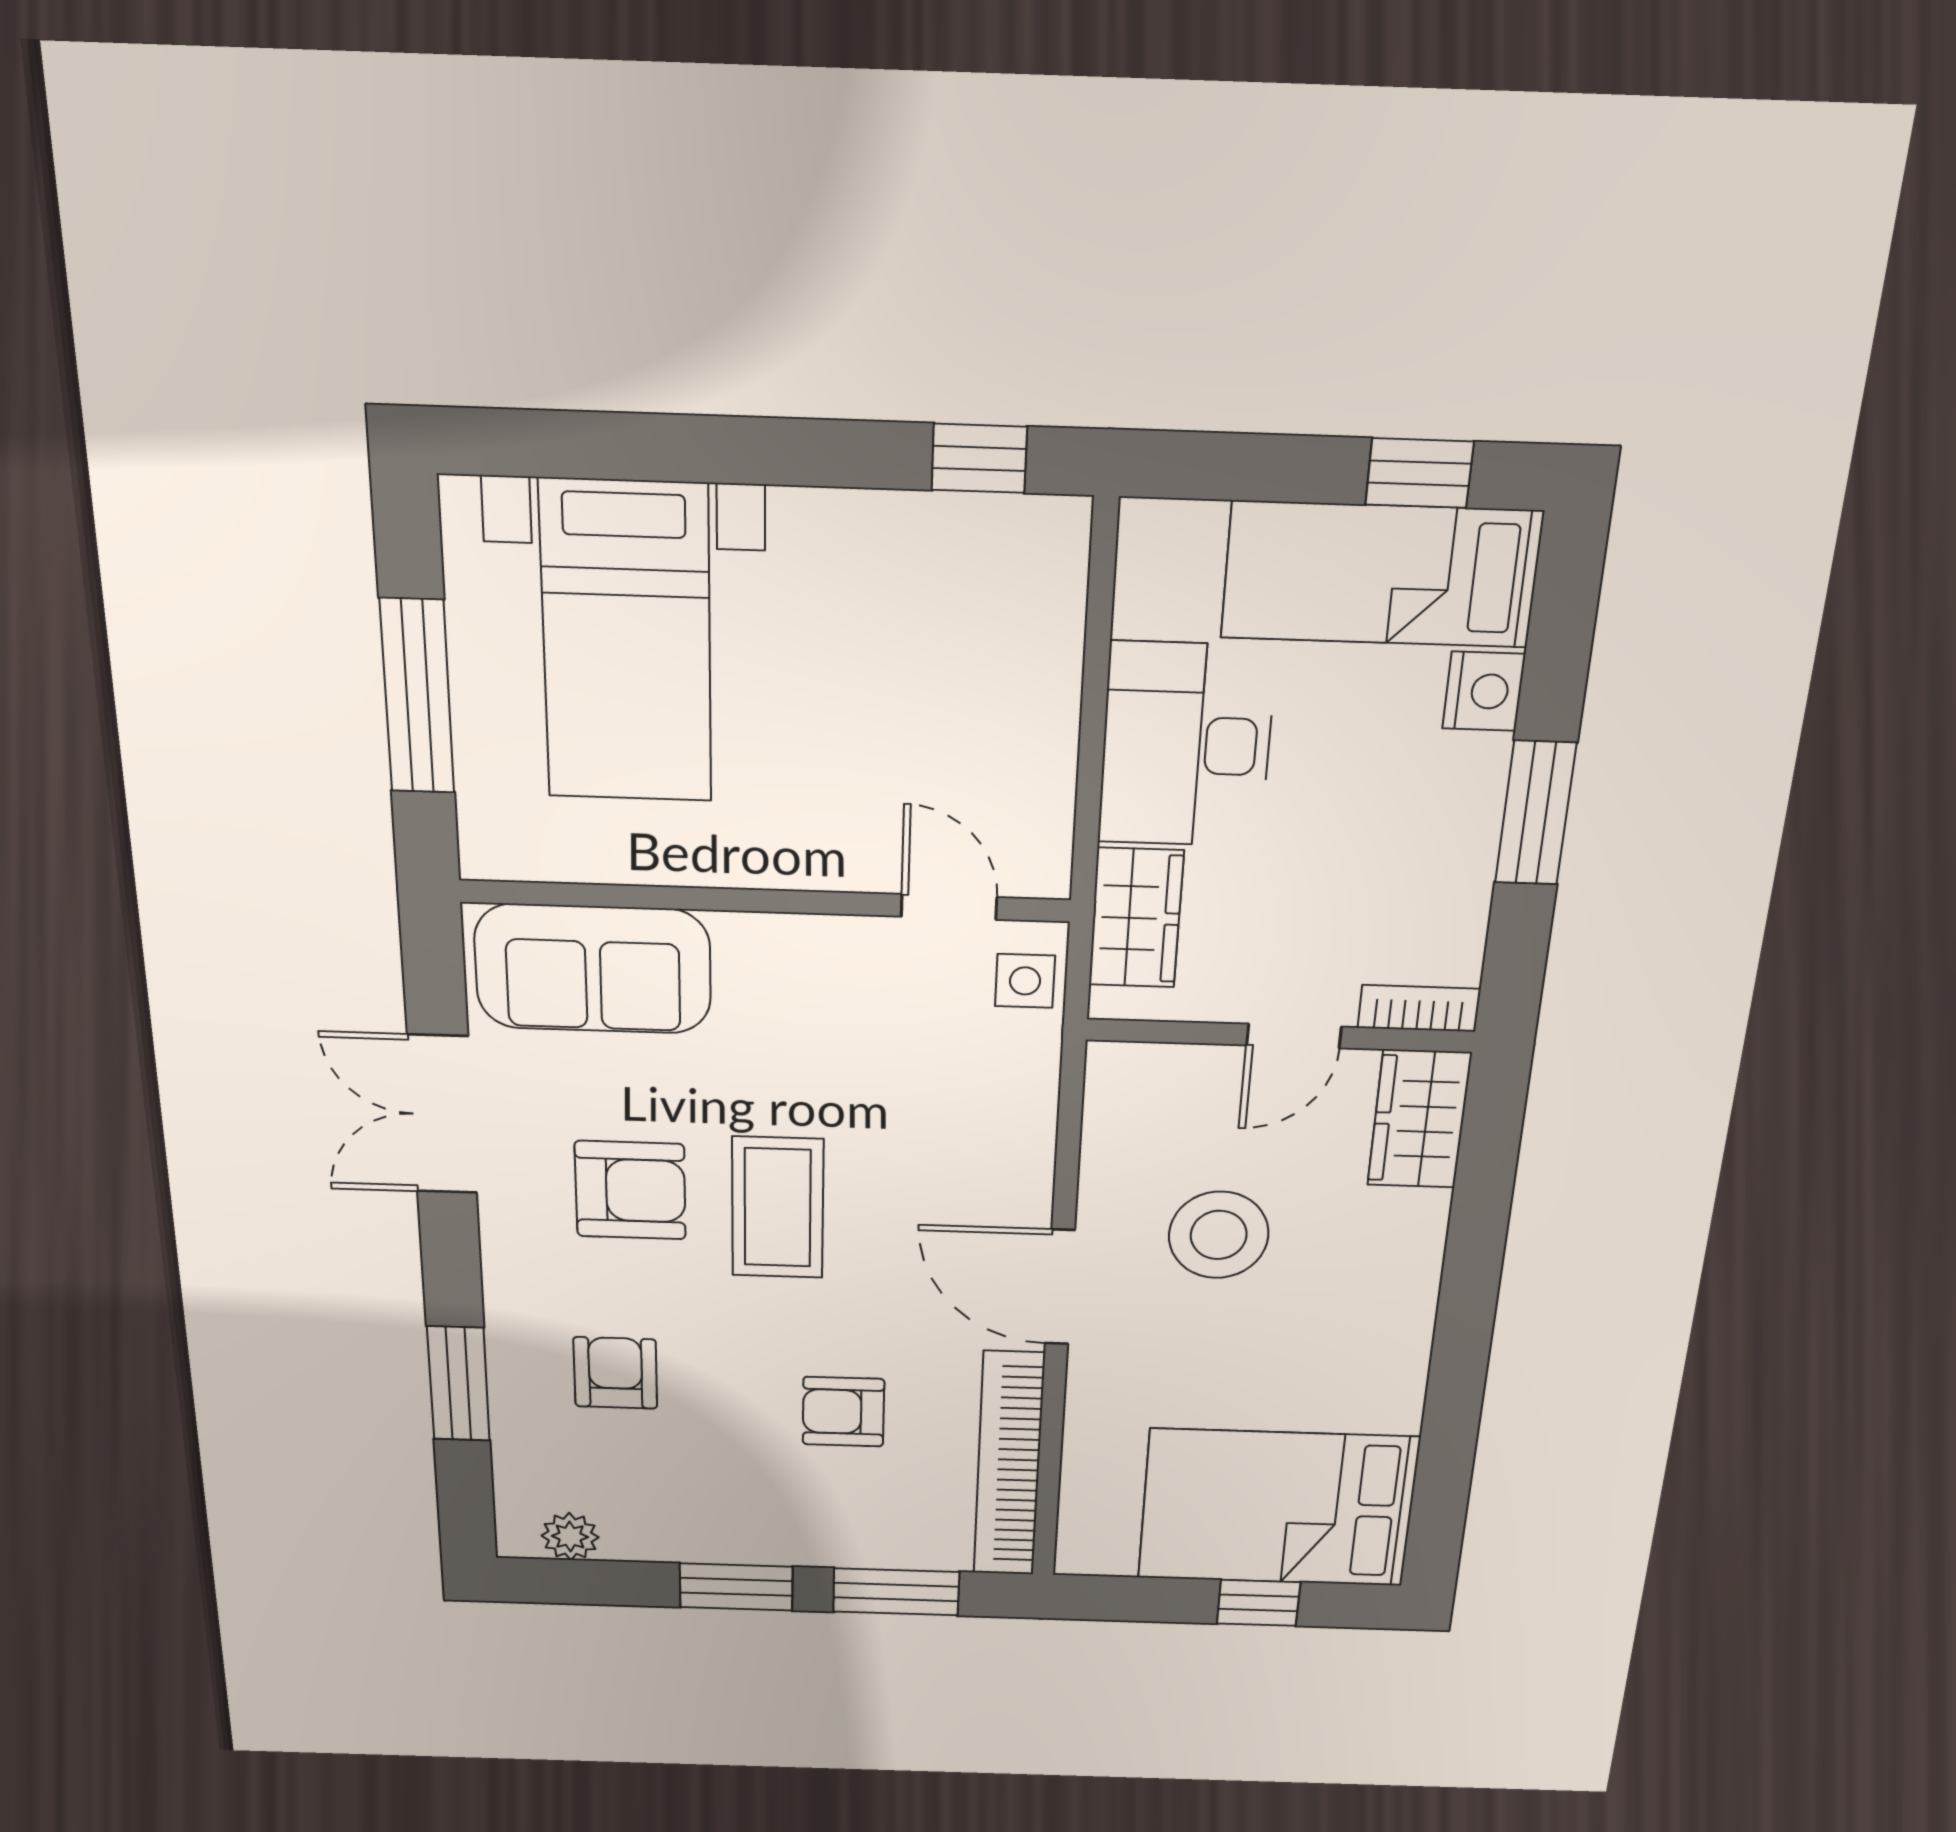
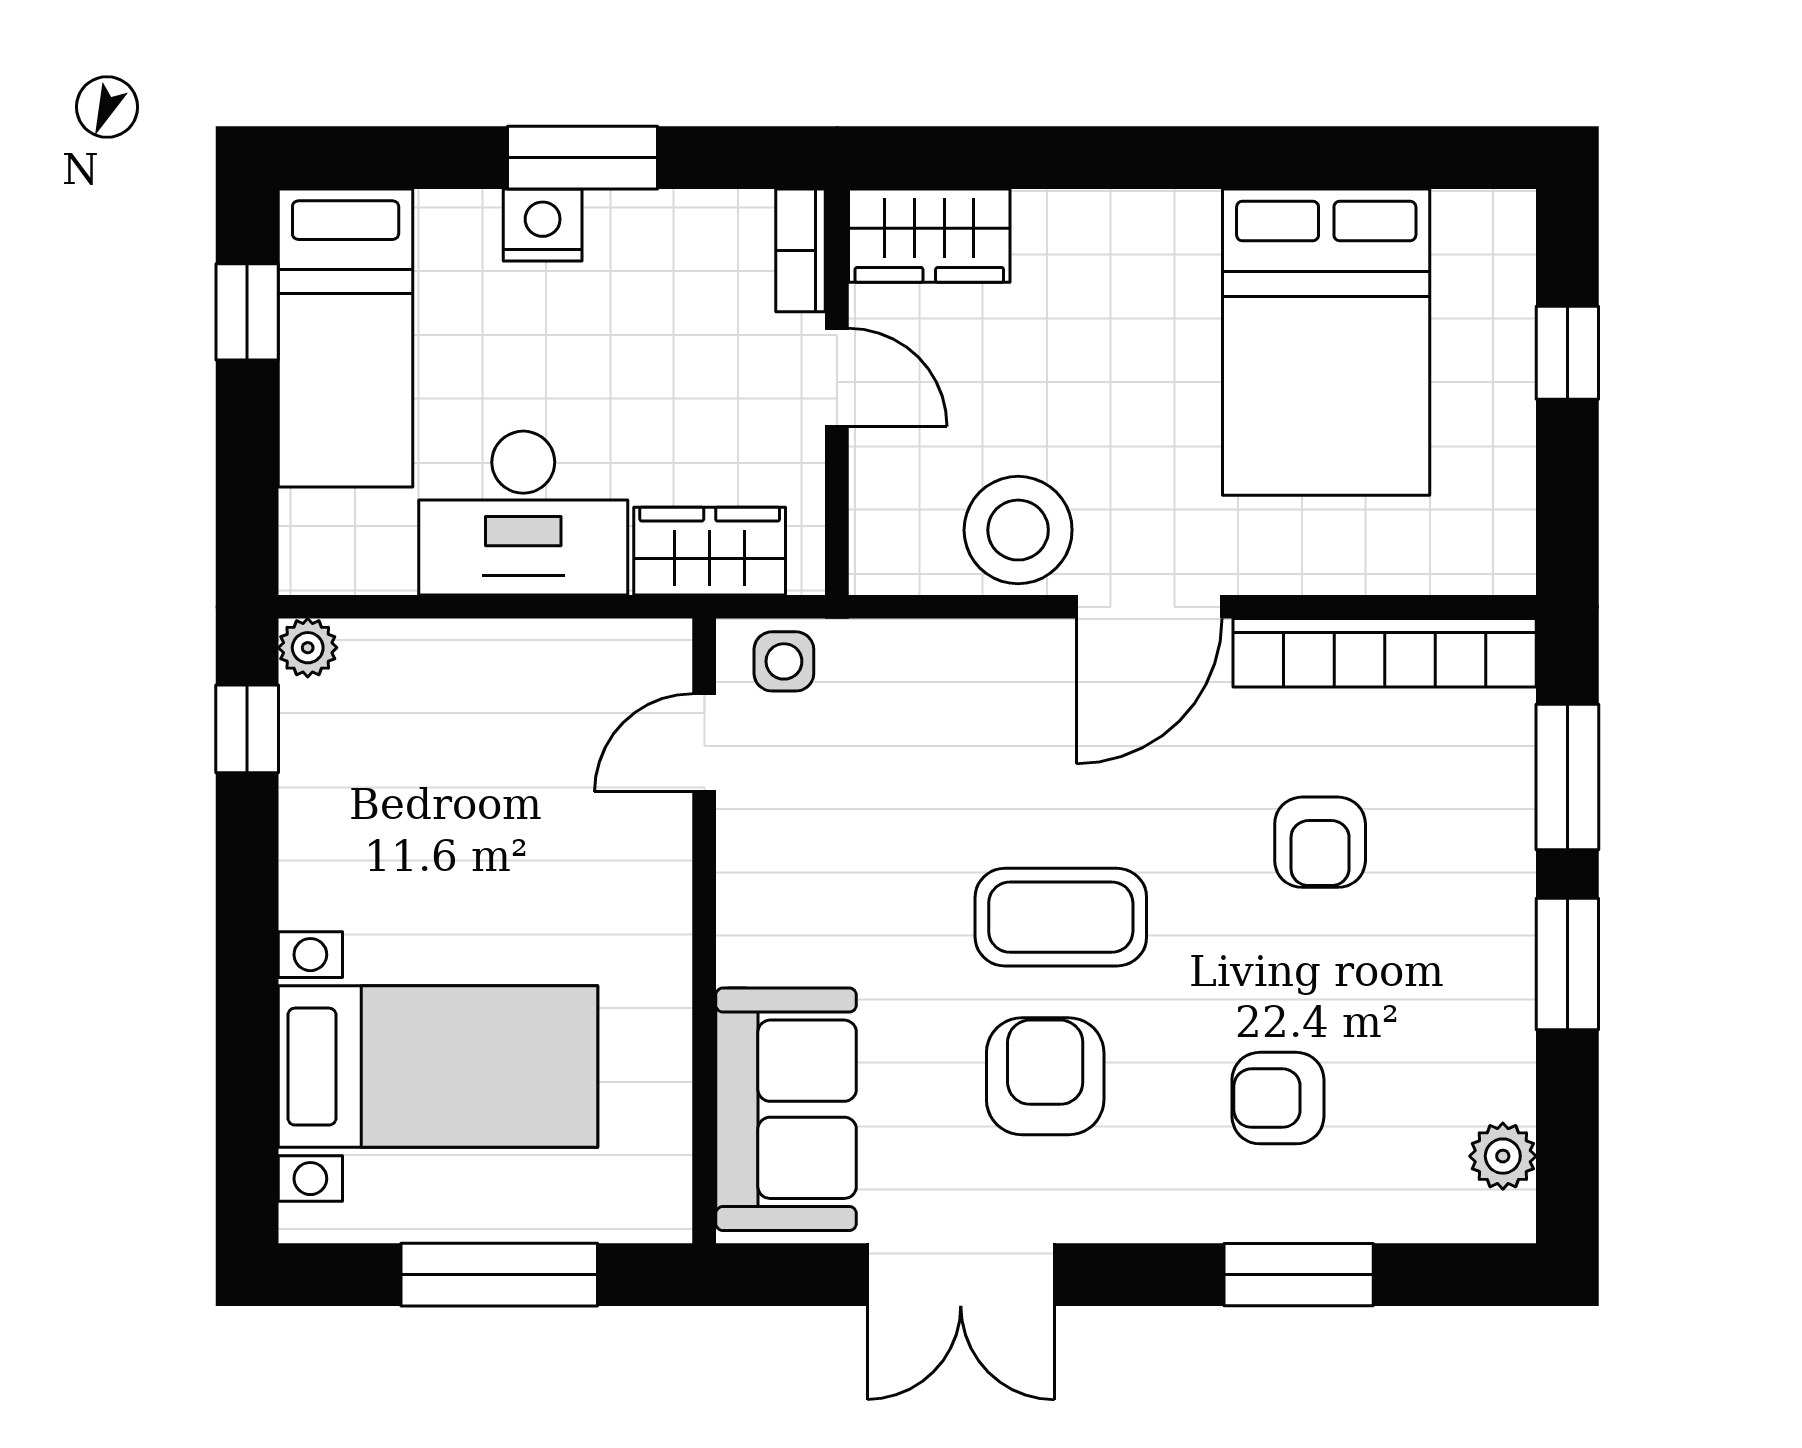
plant: (1062, 525) -> (308, 648), added
nightstand: (1484, 691) -> (543, 225), moved
stool: (1219, 1235) -> (1018, 530), moved
bed: (1278, 1508) -> (1326, 342), moved

